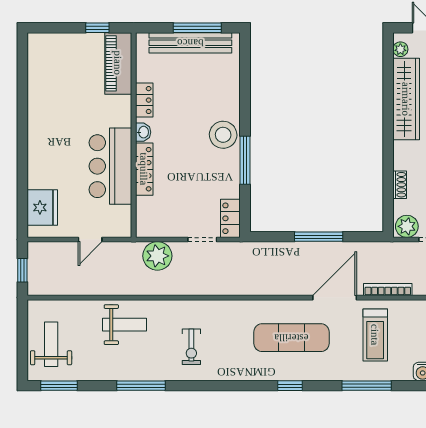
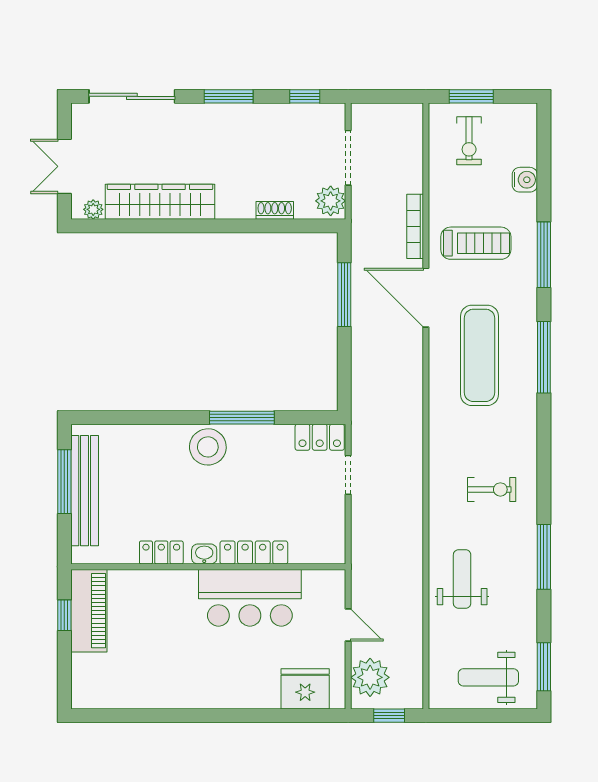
piano: (118, 63) -> (89, 611), moved, turned -90
window: (319, 237) -> (344, 295), moved
plant: (157, 256) -> (370, 677), moved
window: (290, 386) -> (544, 357), width x2.17

